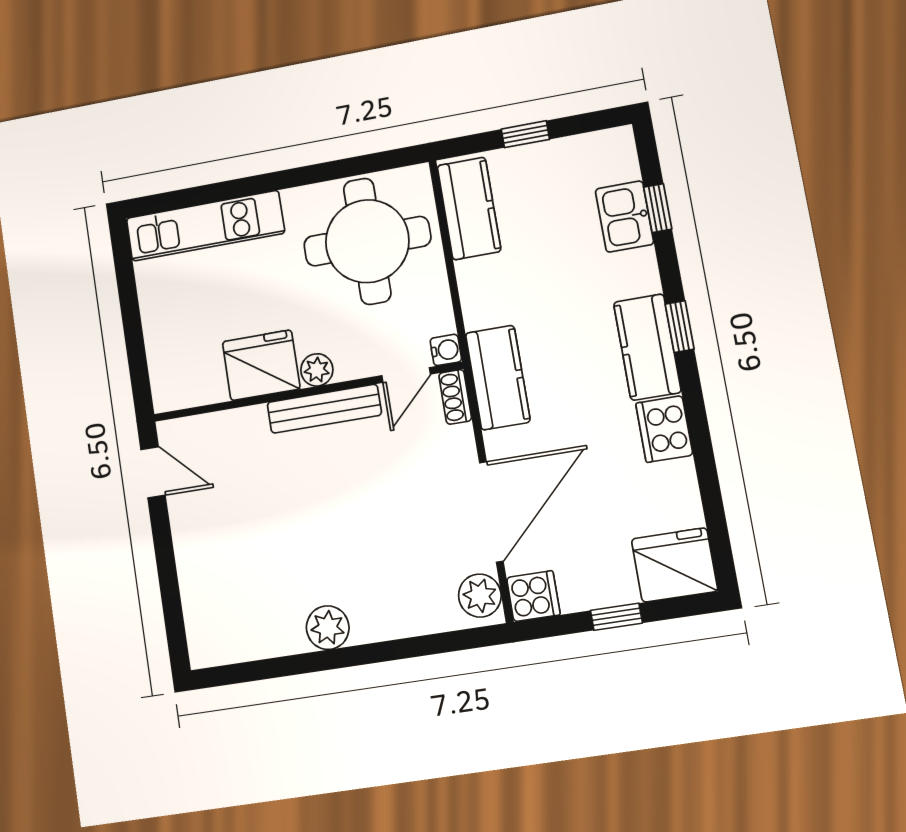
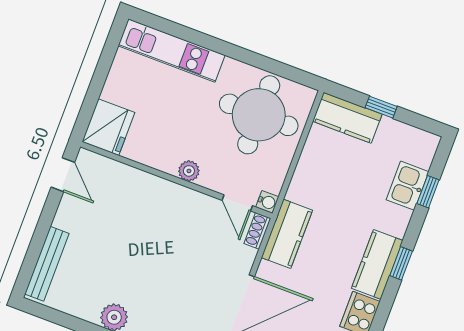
kitchen counter: (469, 208) -> (347, 118), moved, turned 90
fridge: (261, 365) -> (108, 127), moved, turned 90
door: (406, 375) -> (237, 203), hinge flipped
bench: (324, 409) -> (47, 264), moved, turned 90

